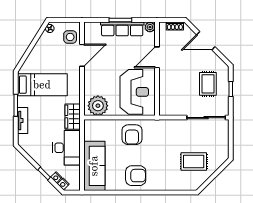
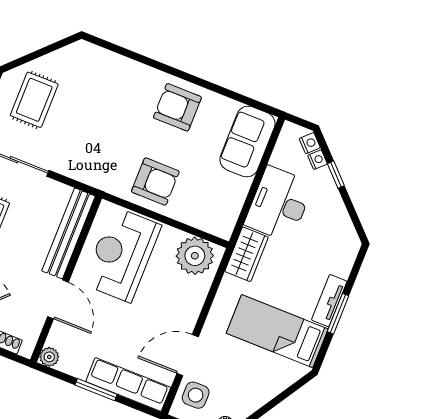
row of seats: (122, 29) -> (128, 384), moved
door: (157, 57) -> (58, 299), hinge flipped
bench: (165, 92) -> (68, 233), added
tv unit: (23, 120) -> (329, 301), moved
armchair: (132, 135) -> (155, 181), turned 90
rug: (194, 162) -> (34, 100), moved, turned 90
sofa: (94, 166) -> (247, 141), width x0.73

